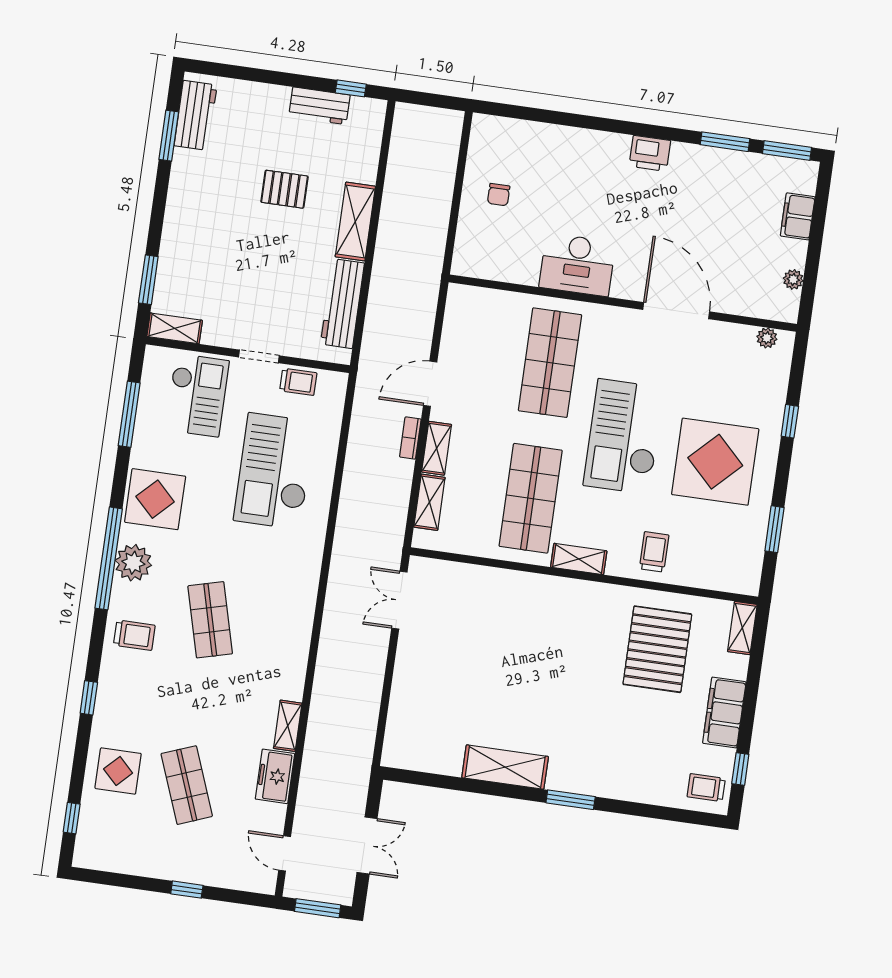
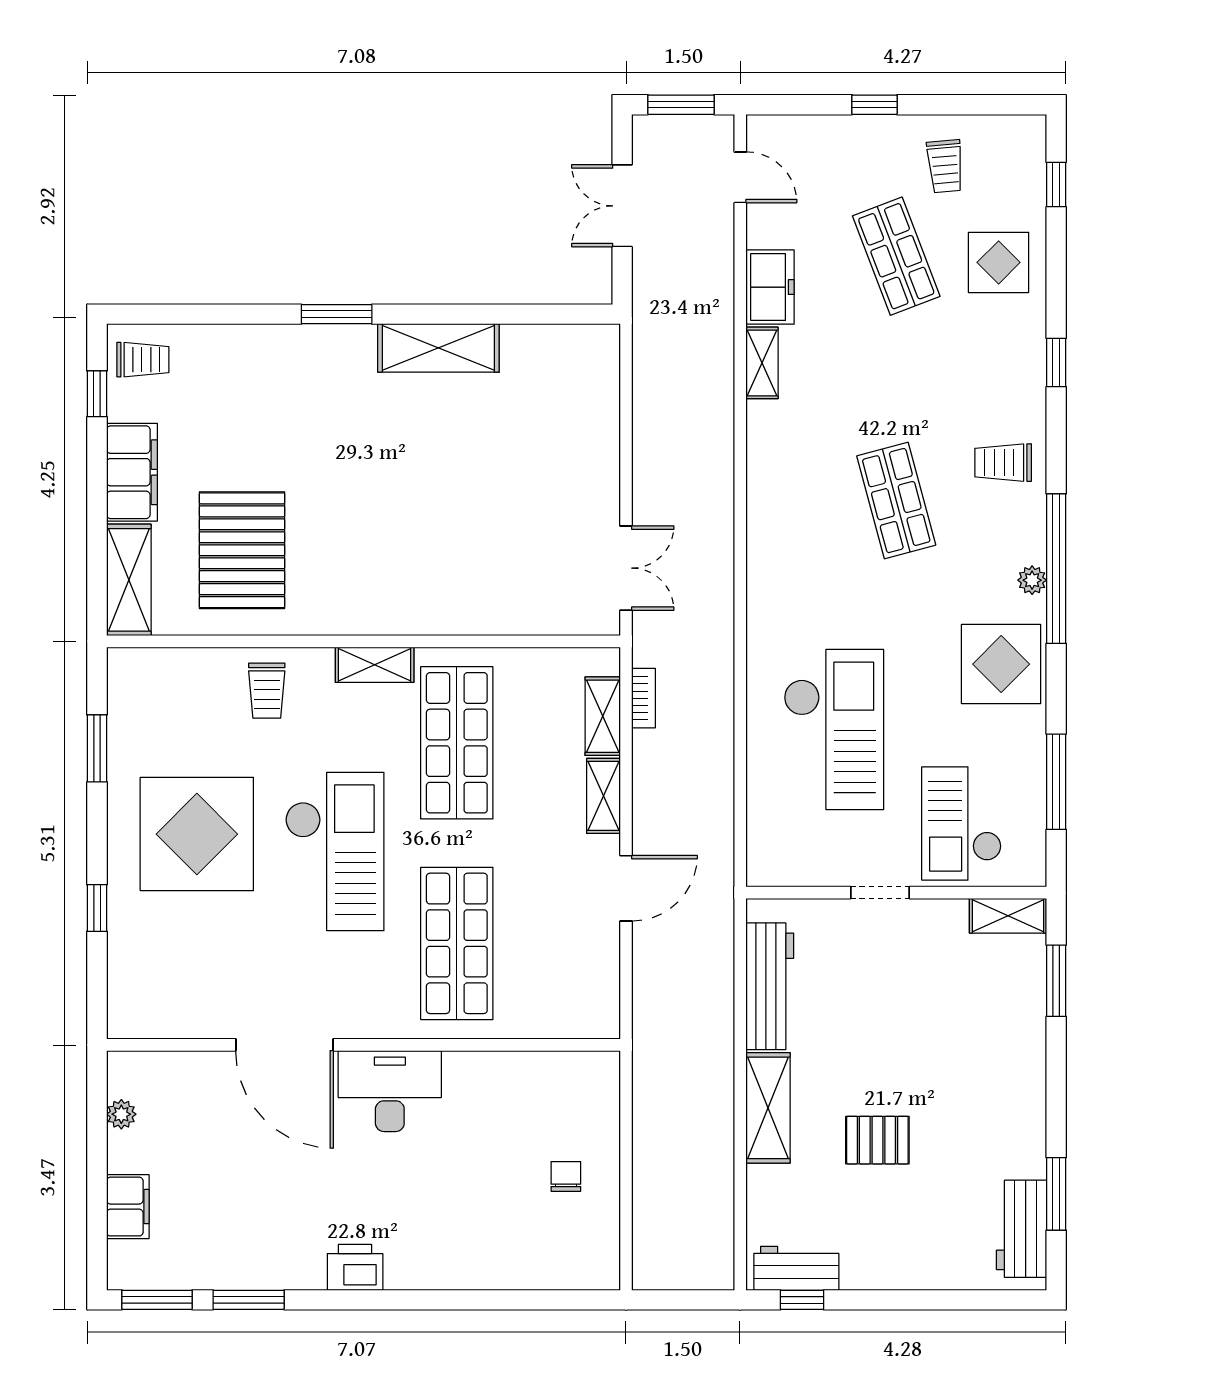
workbench: (319, 106) -> (796, 1268), moved
desk: (577, 265) -> (390, 1091), moved
plant: (767, 338) -> (147, 1024), removed
trolley: (298, 382) -> (945, 166), moved, turned -95
bookcase: (410, 438) -> (644, 698), moved
plant: (133, 563) -> (1032, 580), width x0.53, depth x0.53
shelving: (742, 628) -> (129, 580), width x1.50, depth x1.33

